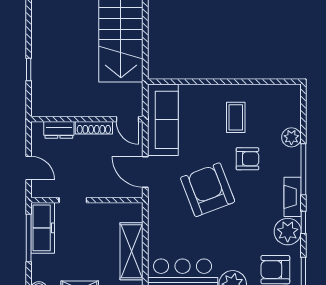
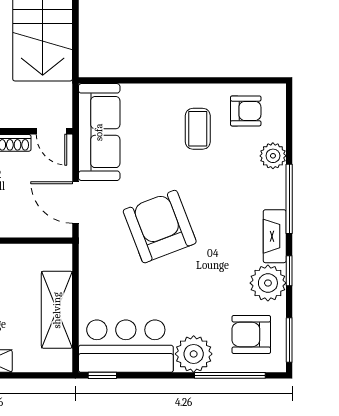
armchair: (247, 159) -> (246, 111), moved

